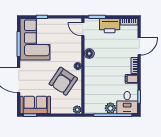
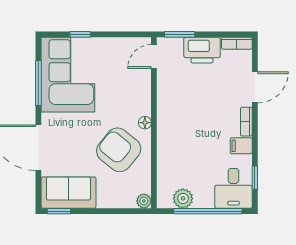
door: (83, 29) -> (154, 56), hinge flipped
floor lamp: (89, 54) -> (165, 100), removed
armchair: (63, 81) -> (119, 150), turned 95
plant: (110, 108) -> (183, 198), moved

